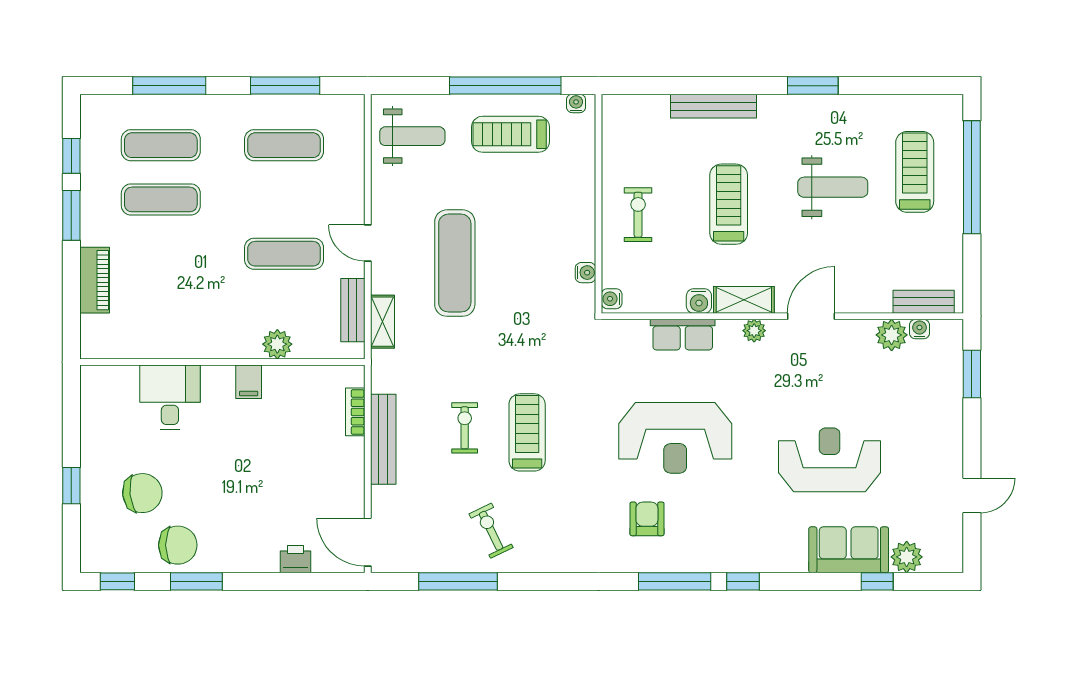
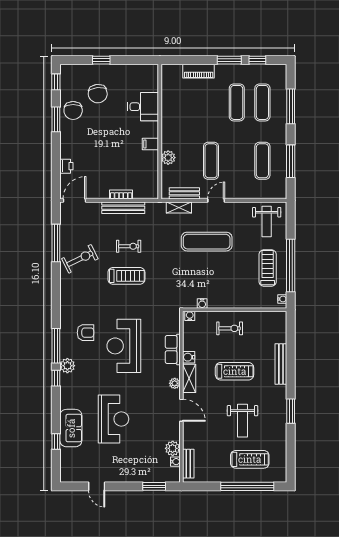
bookcase: (355, 412) -> (121, 195), moved
exercise bike: (491, 531) -> (80, 259), width x1.38, depth x1.39
plant: (907, 557) -> (67, 366), moved

